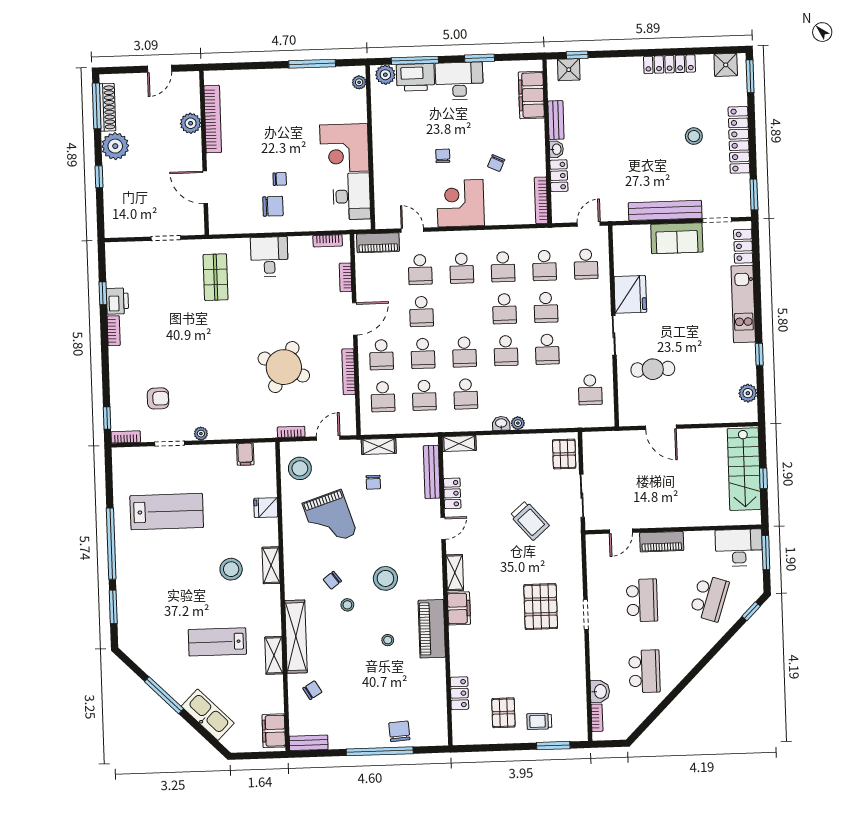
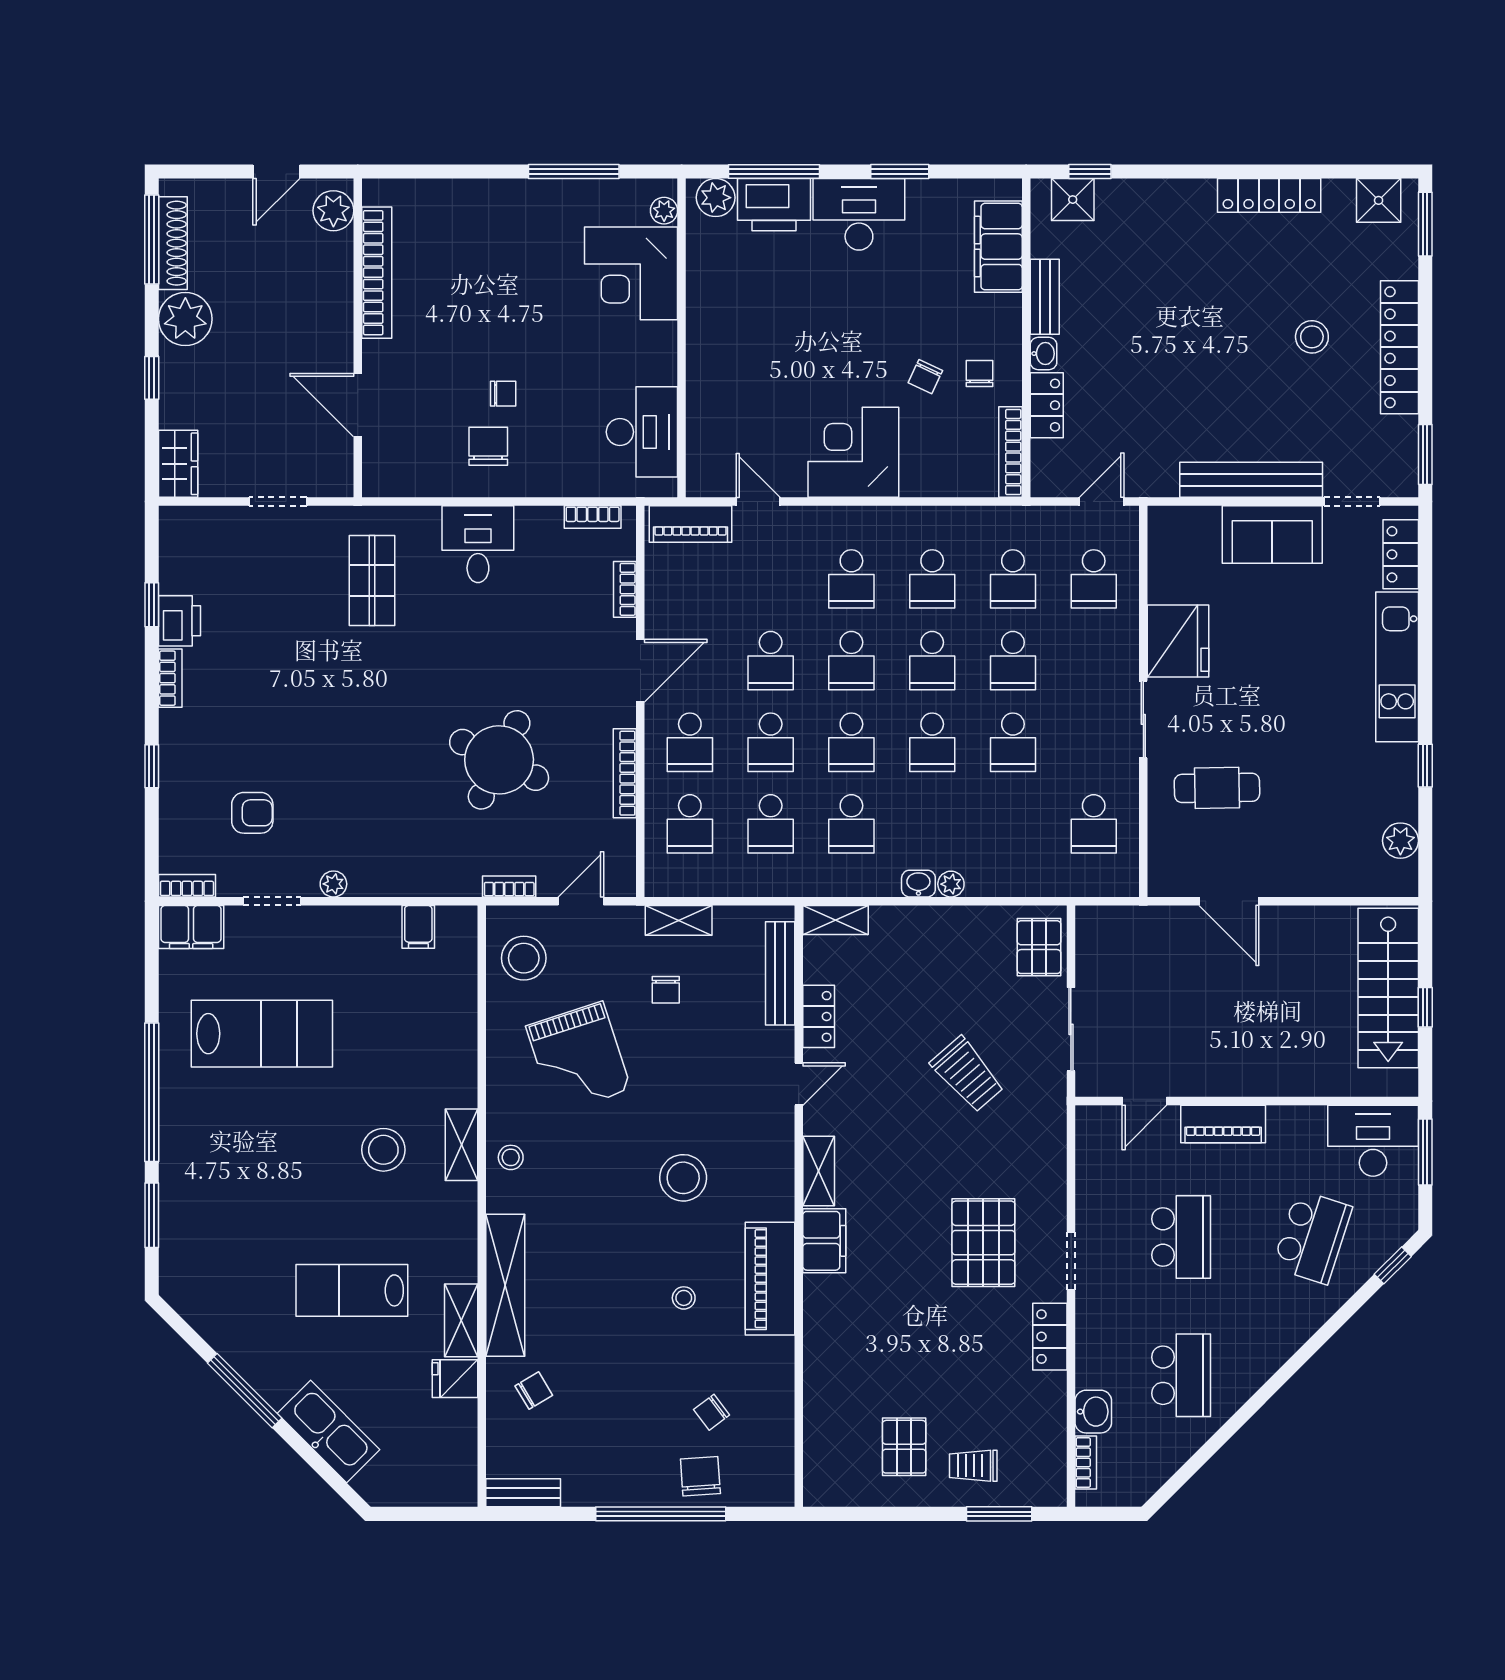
plant: (191, 123) -> (333, 211), moved
corner desk: (344, 148) -> (631, 273), moved
chair: (443, 156) -> (980, 374), moved
chair: (273, 206) -> (488, 446), turned -90
wardrobe: (114, 221) -> (178, 464), added
school desk: (420, 270) -> (851, 661), moved
window: (107, 418) -> (152, 766), moved
fridge: (266, 508) -> (455, 1379), moved
chair: (332, 580) -> (712, 1412), moved
stool: (347, 605) -> (511, 1157), moved
locker: (459, 693) -> (1050, 1337), moved, turned 180
filing cabinet: (274, 731) -> (191, 927), moved, turned -90

